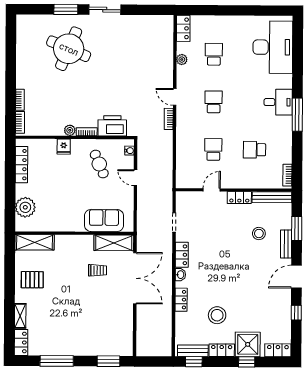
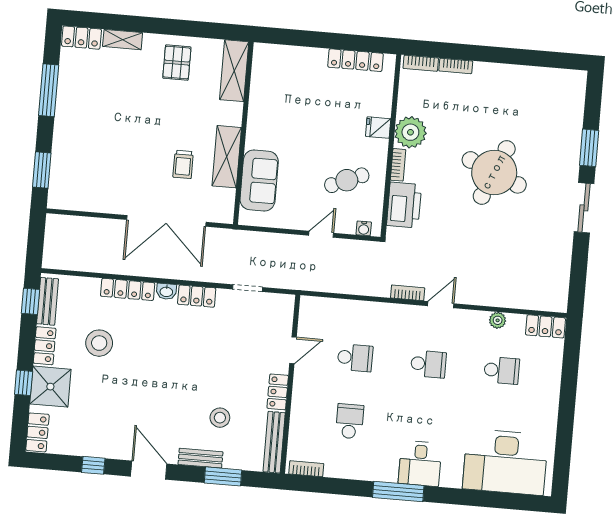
round table: (69, 49) -> (494, 172), moved
plant: (70, 130) -> (410, 132), width x1.88, depth x1.88
door: (212, 190) -> (293, 350), hinge flipped
plant: (25, 207) -> (289, 61), removed
shelving: (114, 243) -> (227, 157), moved
locker: (181, 300) -> (128, 289), width x1.53

